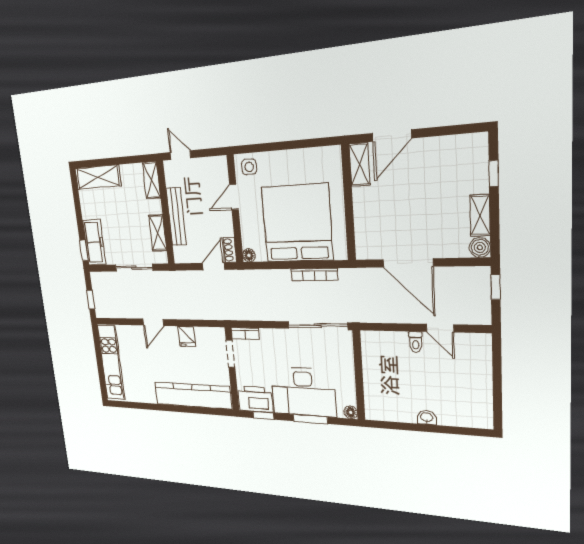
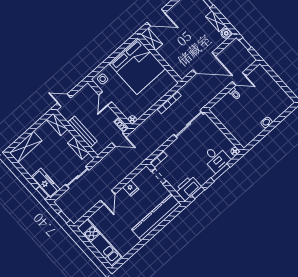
door: (392, 136) -> (156, 18), hinge flipped
bed: (297, 223) -> (137, 66), moved, turned 180
door: (214, 266) -> (119, 140), swing flipped
desk: (303, 392) -> (216, 158), width x0.53, depth x0.77

